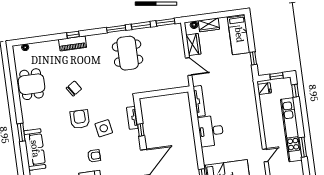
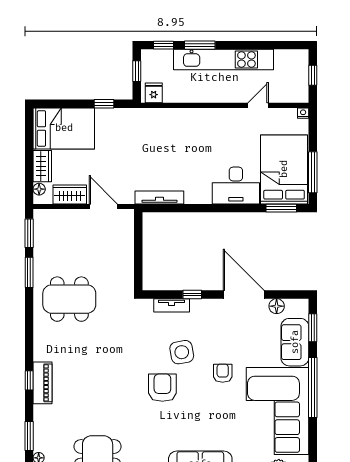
window: (116, 29) -> (29, 436), moved
bed: (239, 35) -> (64, 128), width x1.50
door: (189, 67) -> (103, 206), hinge flipped
chair: (74, 89) -> (113, 390), removed
armchair: (80, 119) -> (162, 388), turned 90
desk: (211, 131) -> (236, 186), moved
window: (303, 147) -> (200, 45), moved
door: (265, 155) -> (258, 105), hinge flipped

